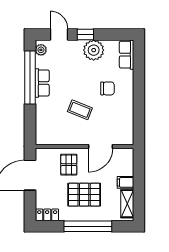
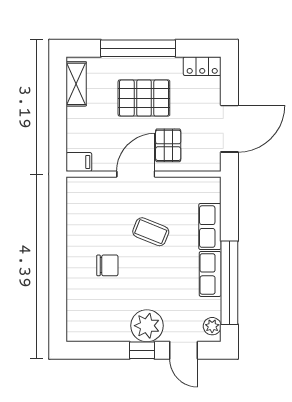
plant: (94, 50) -> (147, 326), moved
row of seats: (127, 55) -> (210, 227), moved, turned 180
chair: (107, 88) -> (107, 265), turned 180
door: (101, 146) -> (136, 174), moved
filing cabinet: (125, 182) -> (79, 162), moved

